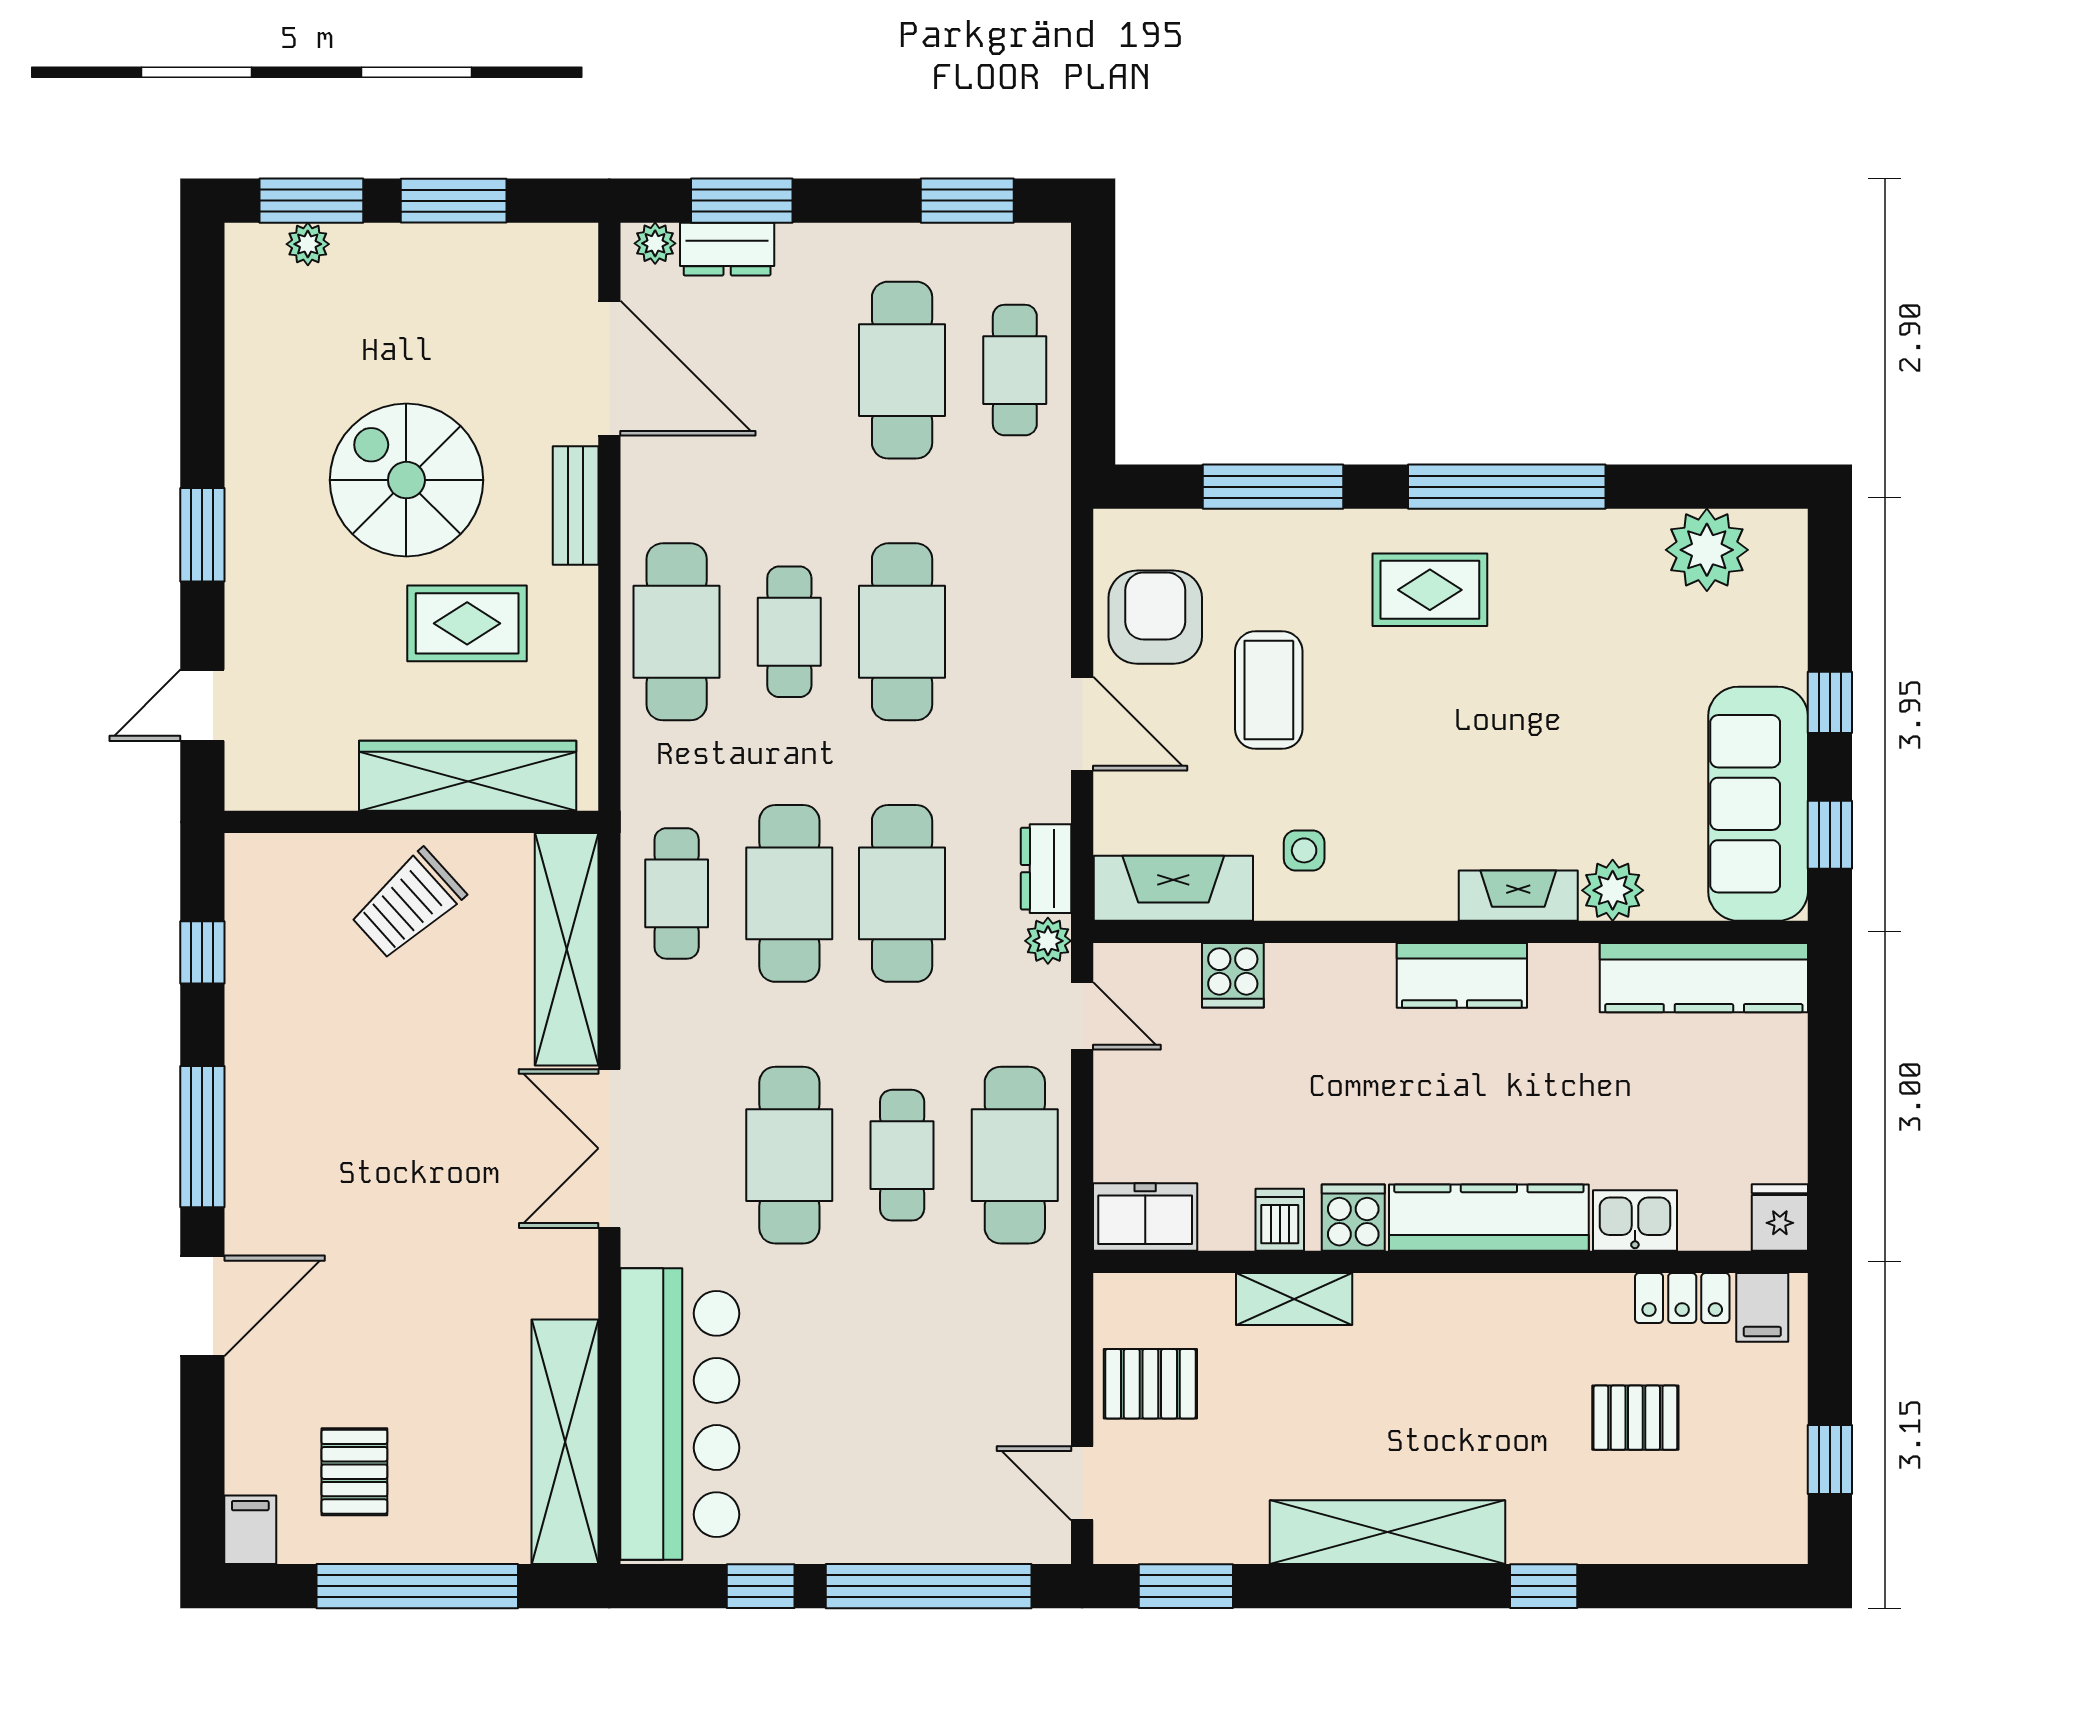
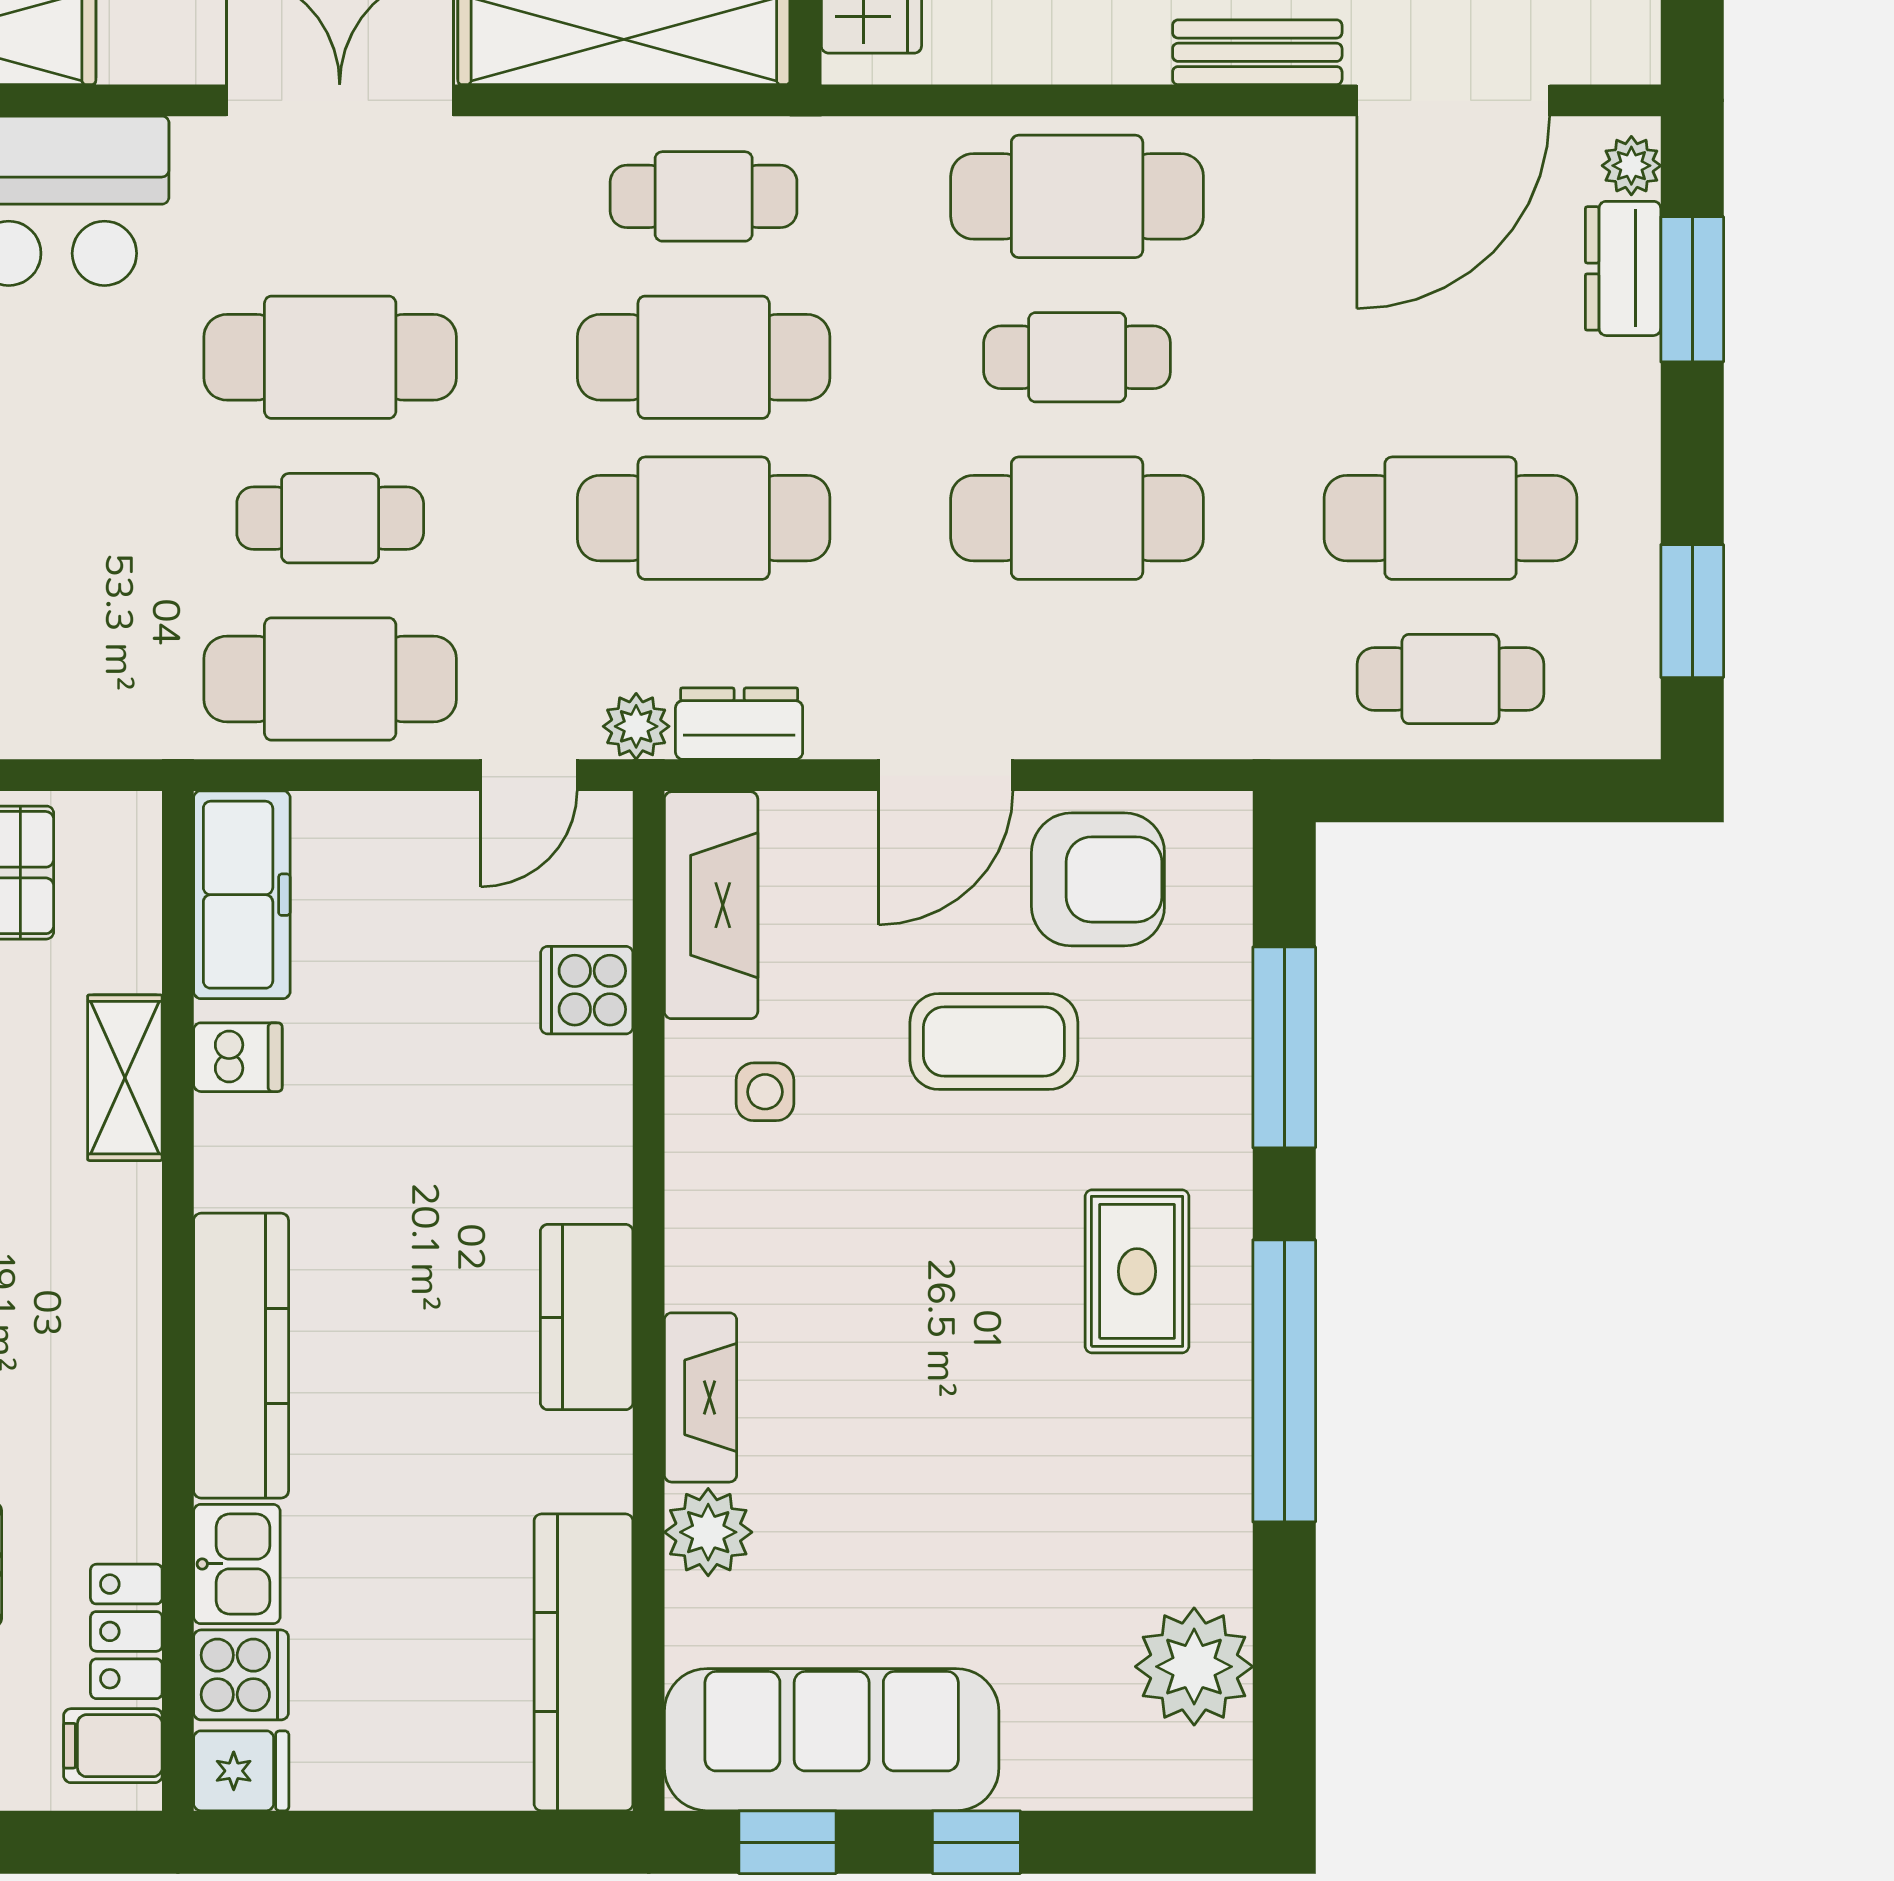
freezer: (1145, 1217) -> (242, 895), width x1.40
cooker: (1353, 1218) -> (241, 1675), moved

